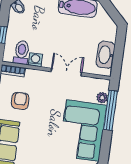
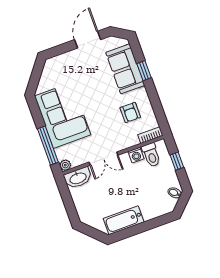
washbasin: (106, 55) -> (78, 178), moved, turned 90
plant: (102, 98) -> (65, 165), moved

